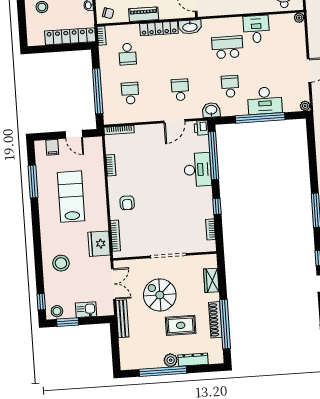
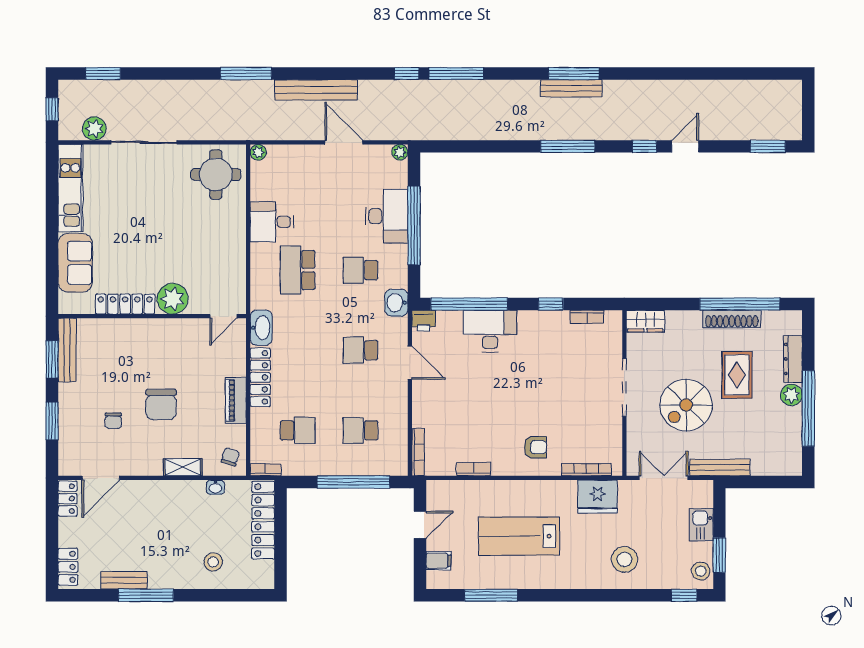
wardrobe: (211, 280) -> (645, 321), moved

